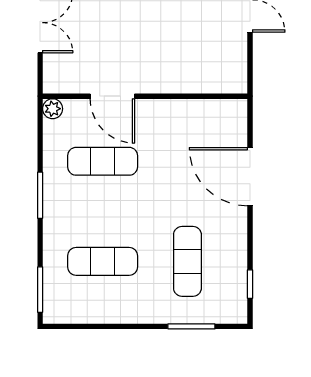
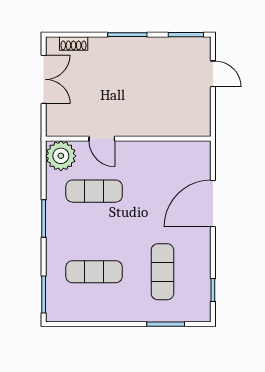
door: (112, 96) -> (102, 139), width x0.73
plant: (53, 109) -> (61, 156), width x1.87, depth x1.87
door: (250, 177) -> (213, 204), hinge flipped

